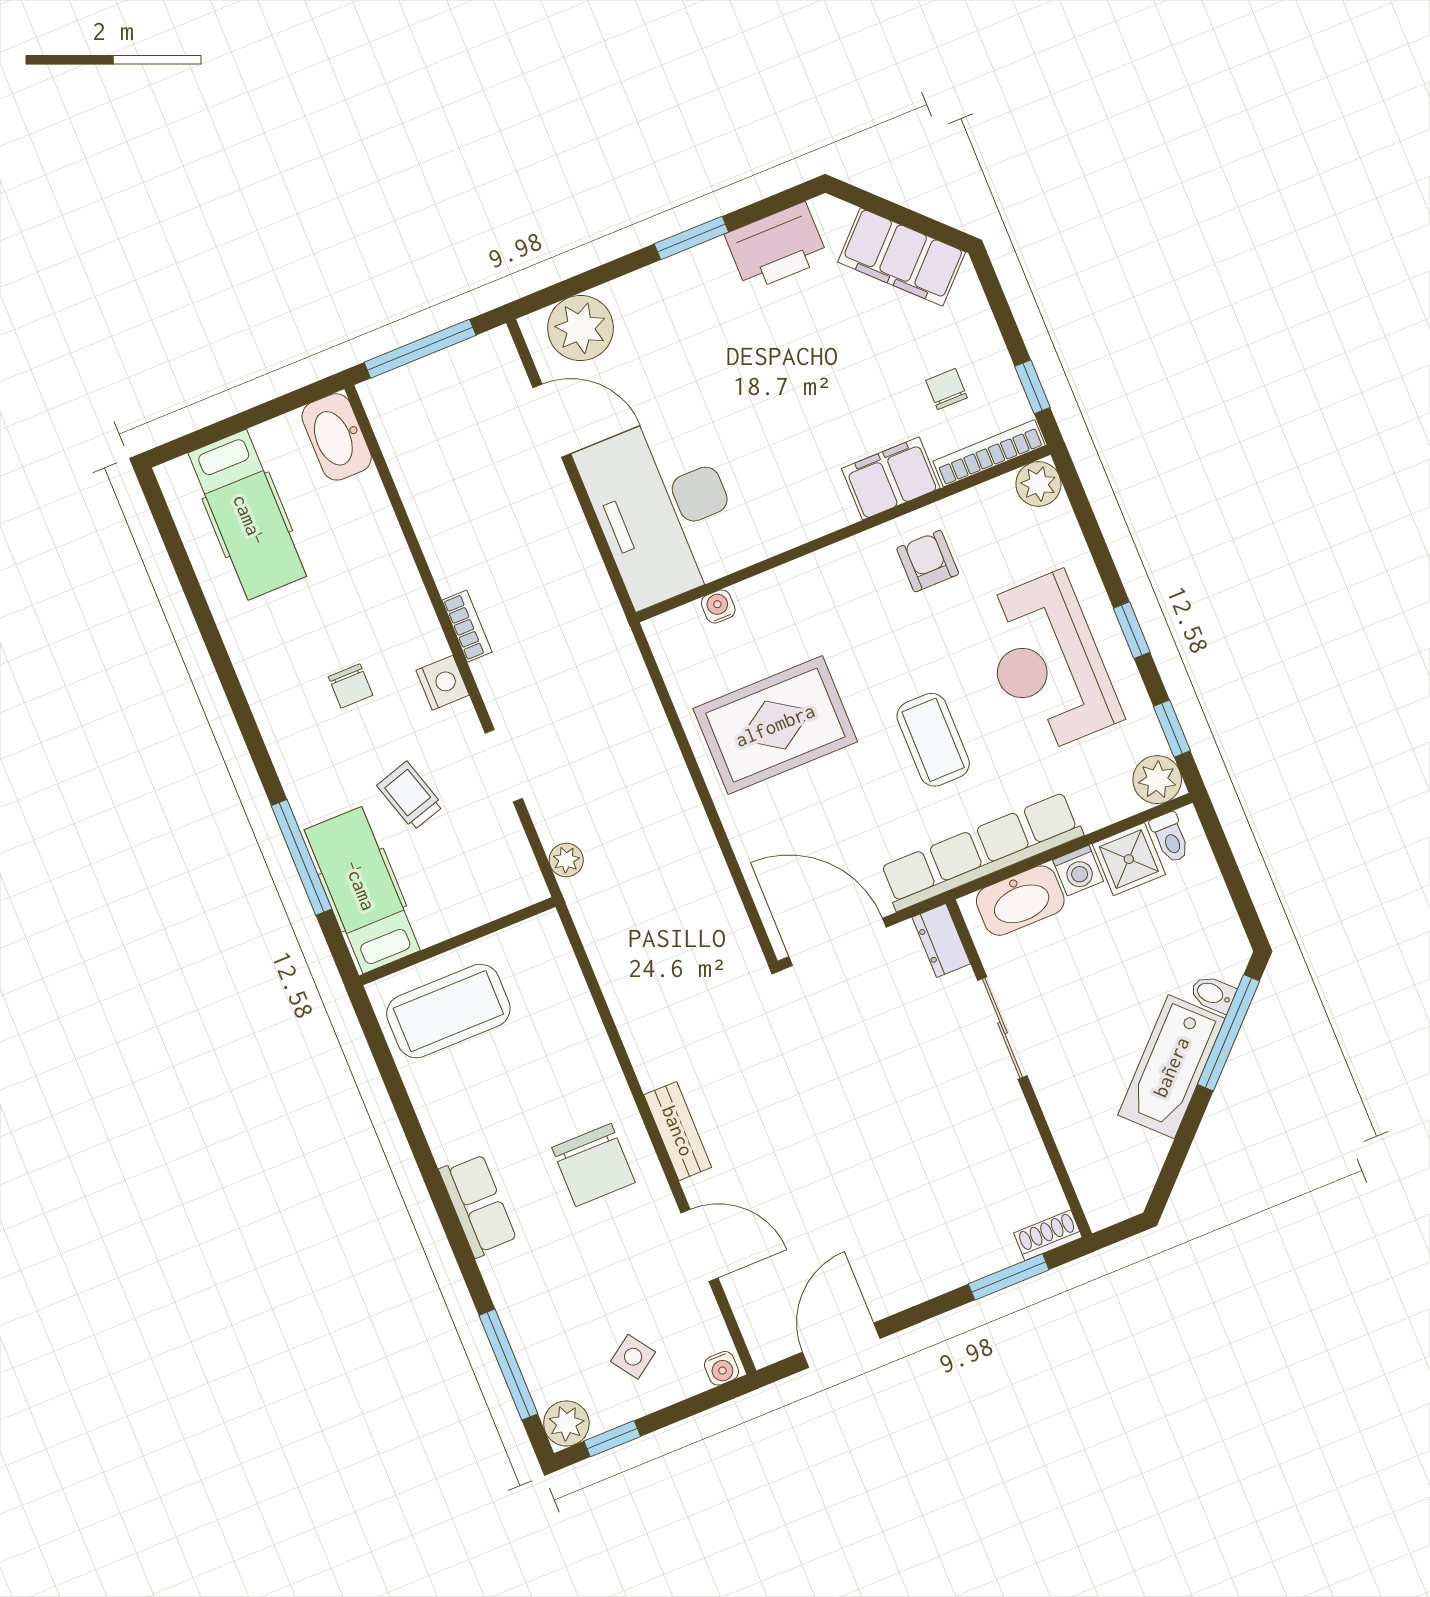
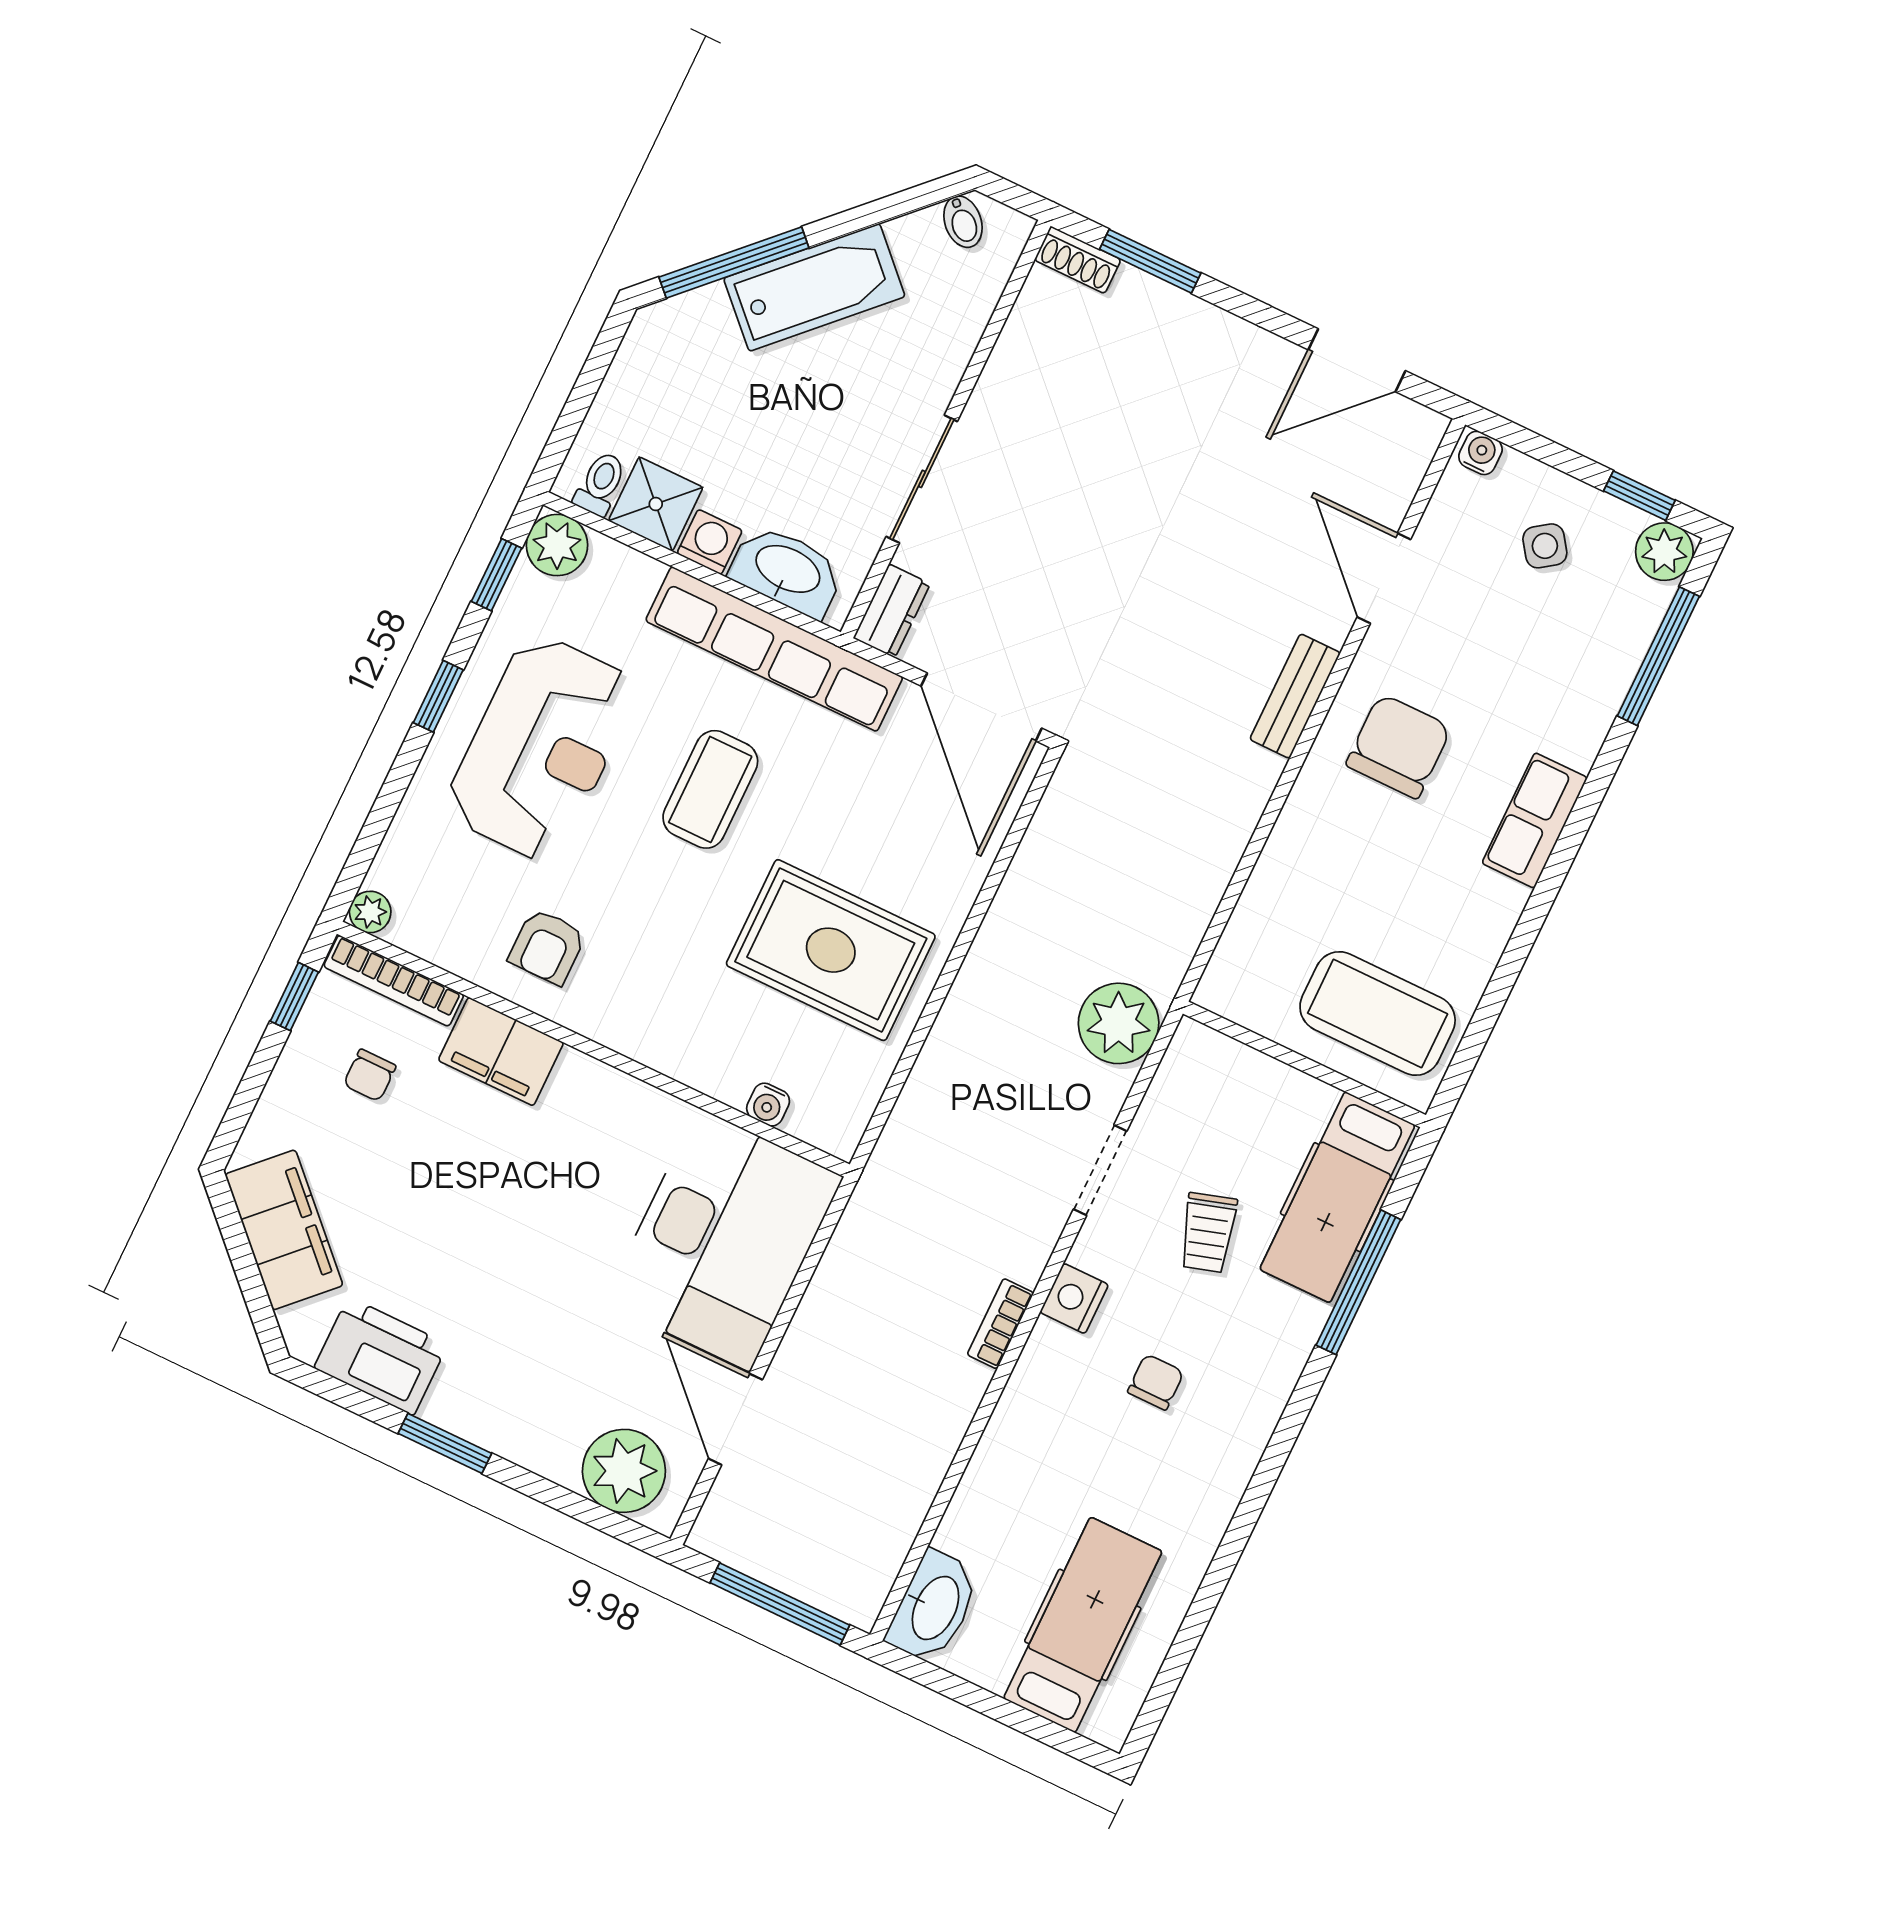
plant: (1038, 484) -> (370, 912), width x0.73, depth x0.73
plant: (566, 860) -> (1119, 1023), width x1.88, depth x1.88
bidet: (1213, 994) -> (963, 222), moved

